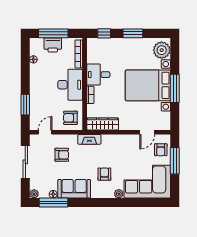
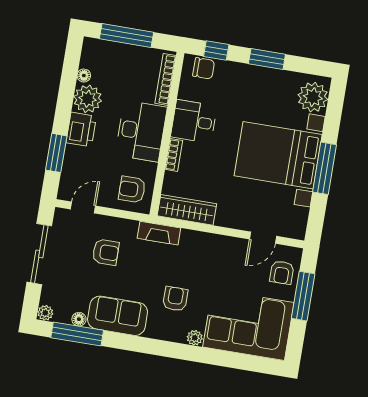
chair: (99, 44) -> (204, 68), added
printer: (53, 45) -> (81, 129), moved, turned -90
plant: (38, 72) -> (88, 99), added

